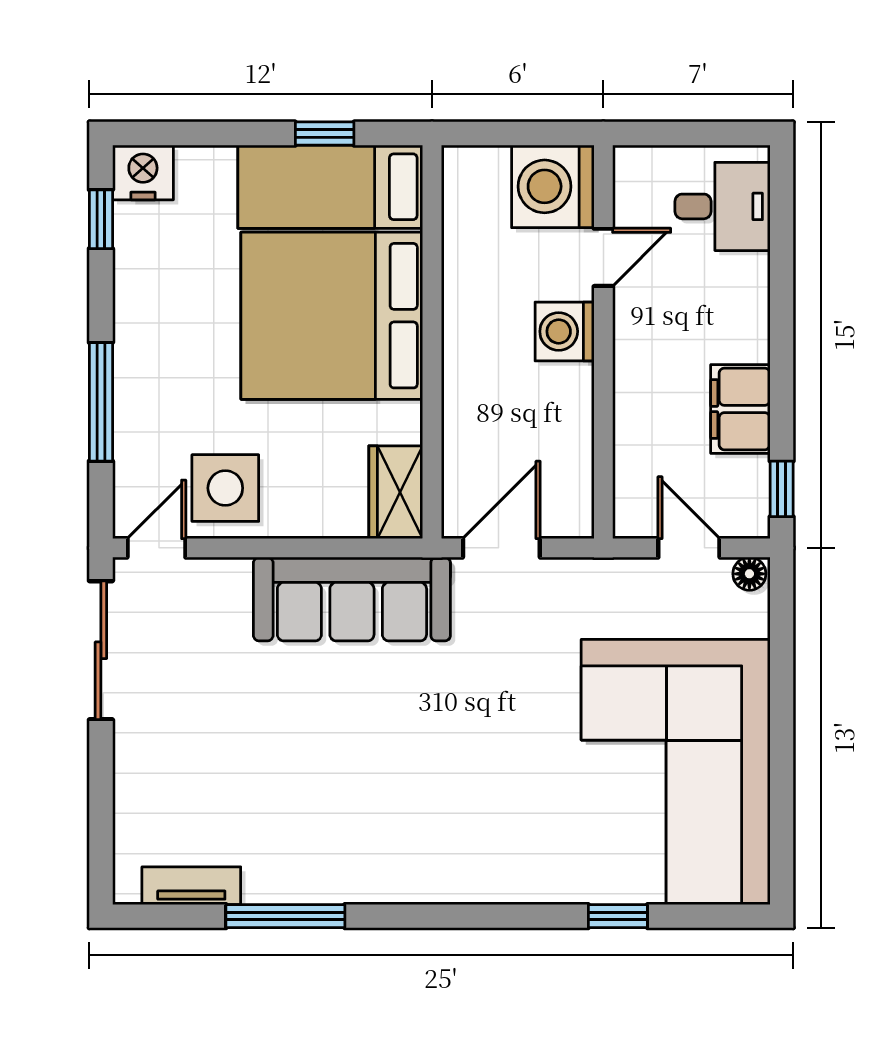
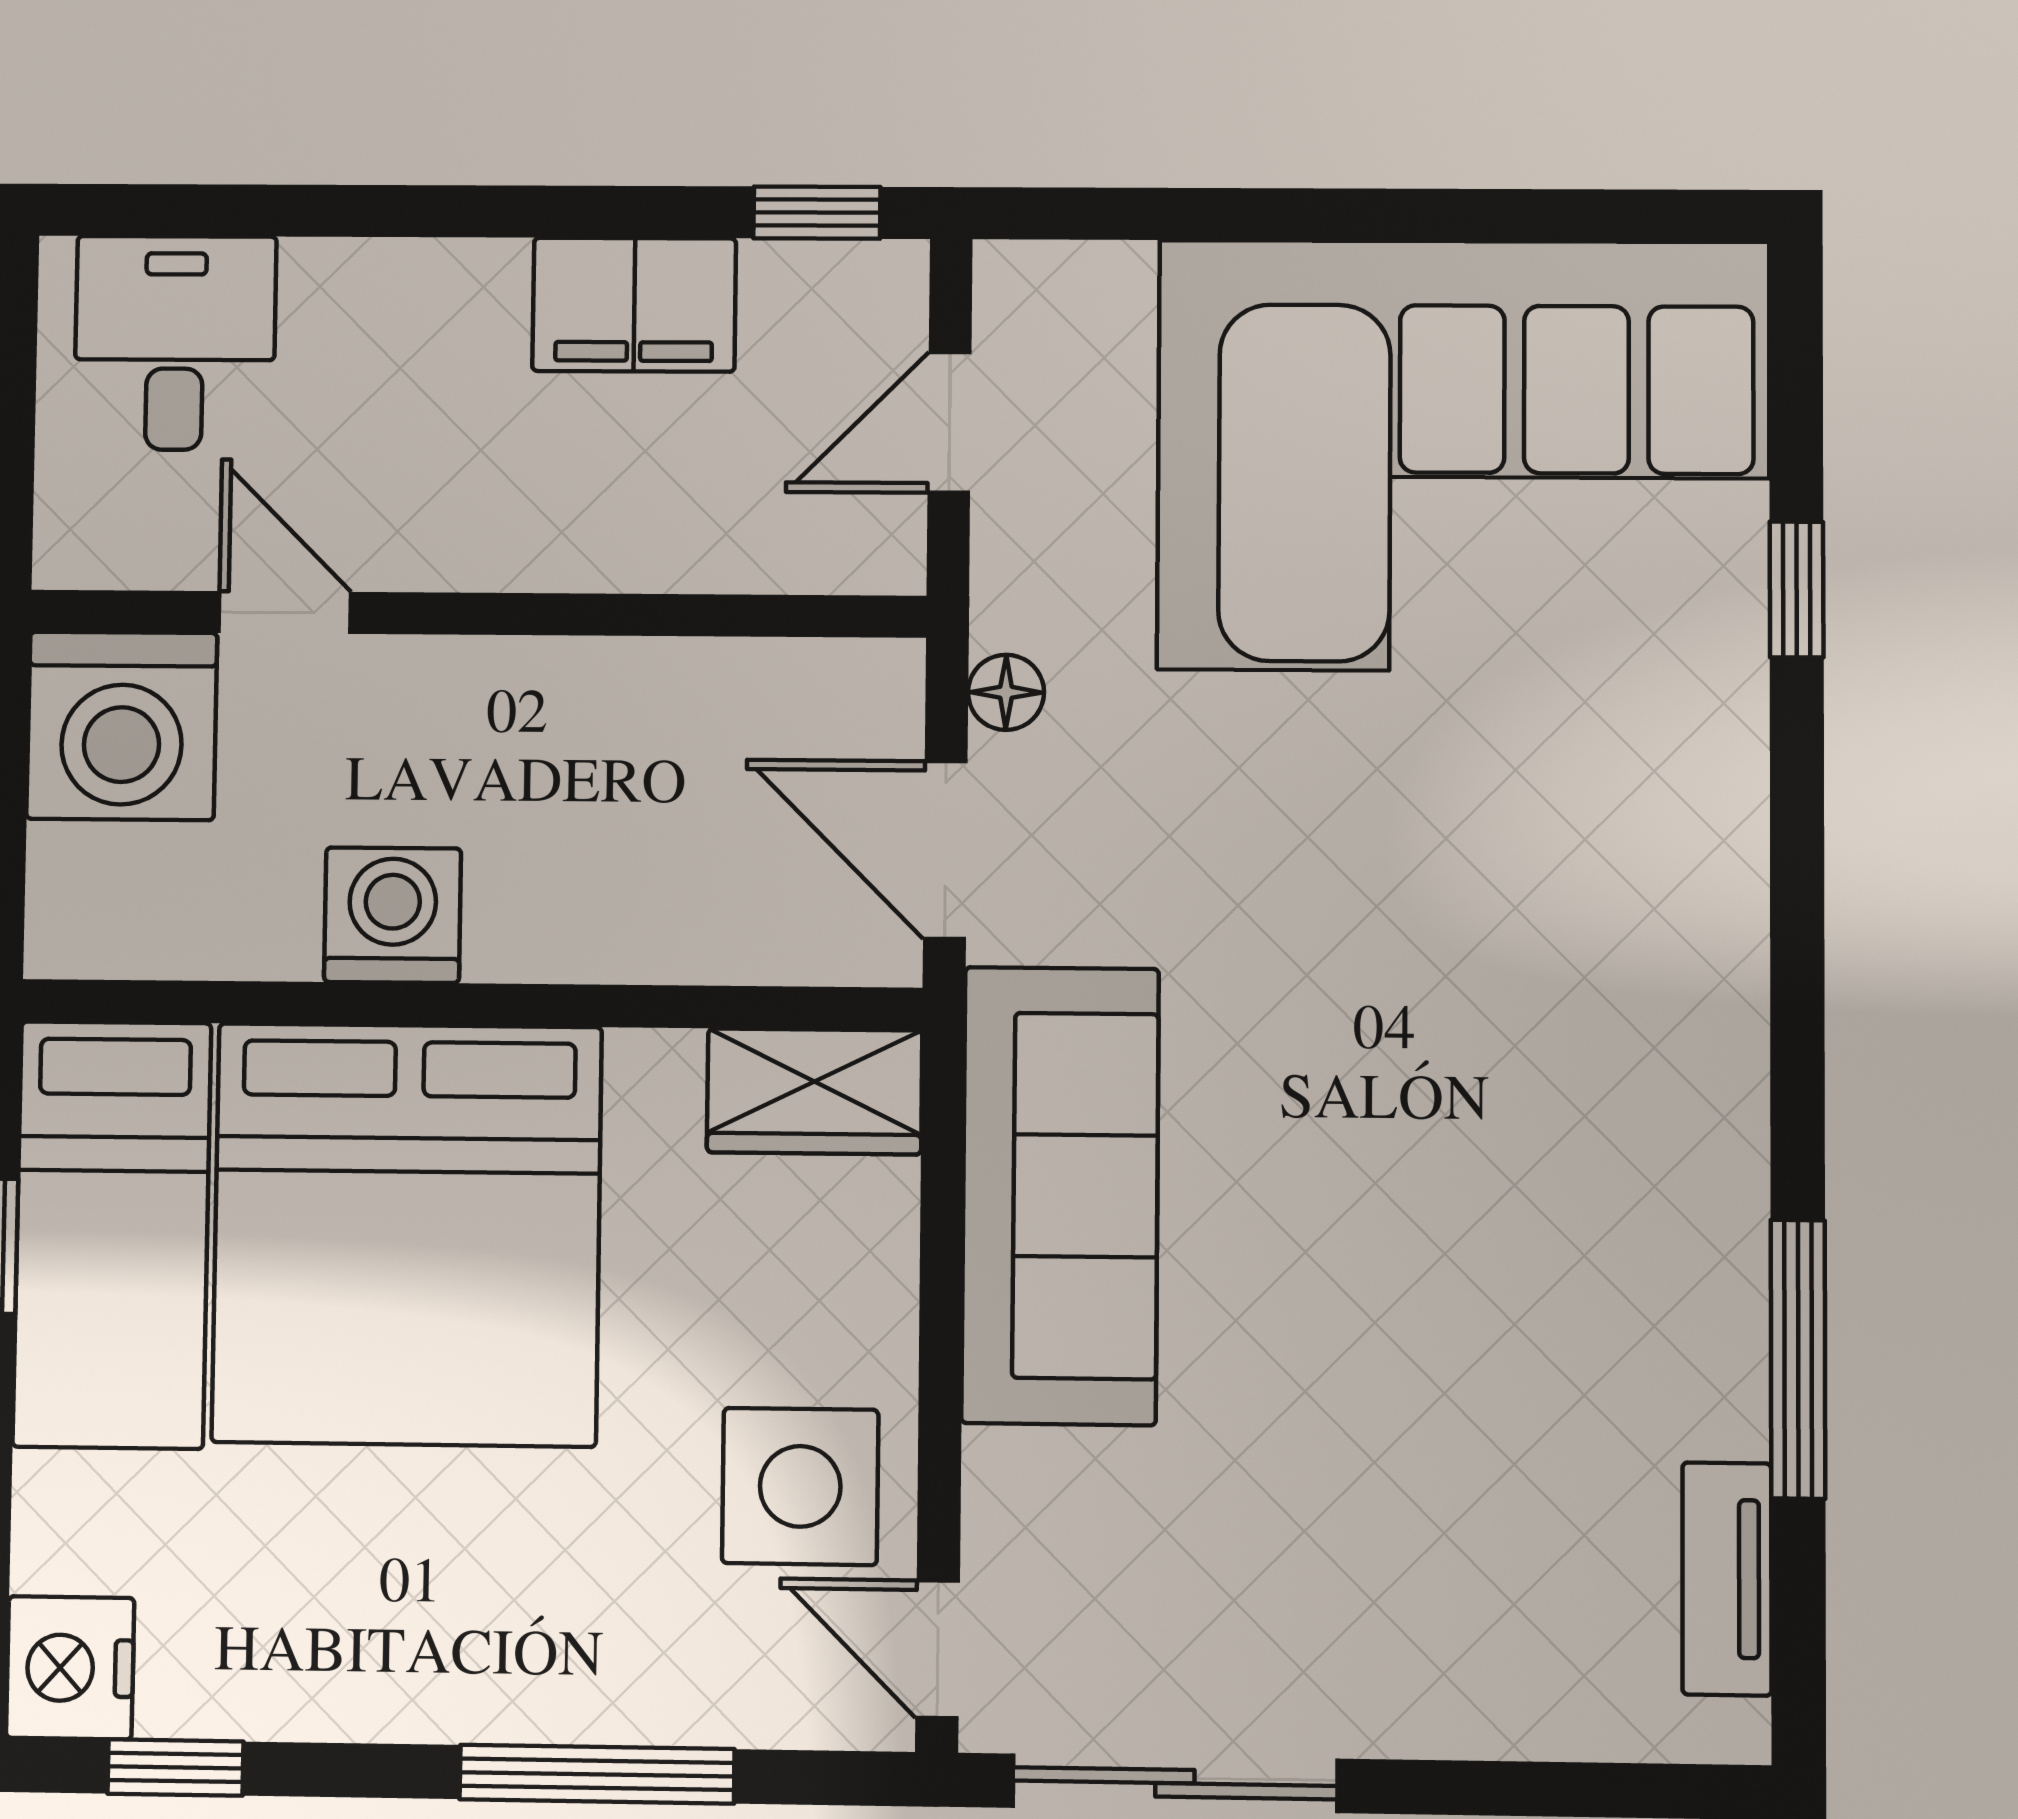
washing machine: (565, 331) -> (393, 915), moved, turned 180
floor lamp: (749, 574) -> (1006, 692), moved

